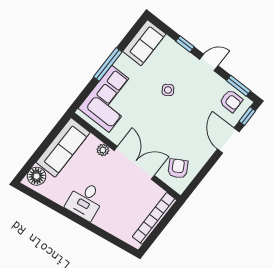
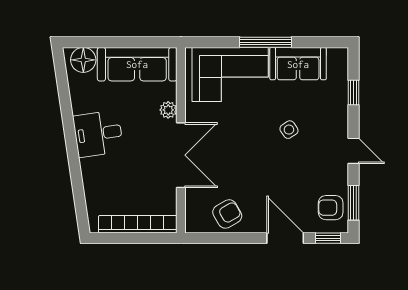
sofa: (144, 43) -> (298, 64), moved
window: (185, 44) -> (354, 93), moved
armchair: (231, 101) -> (331, 208), turned 90
door: (228, 140) -> (285, 238), hinge flipped
armchair: (178, 168) -> (227, 214), moved

